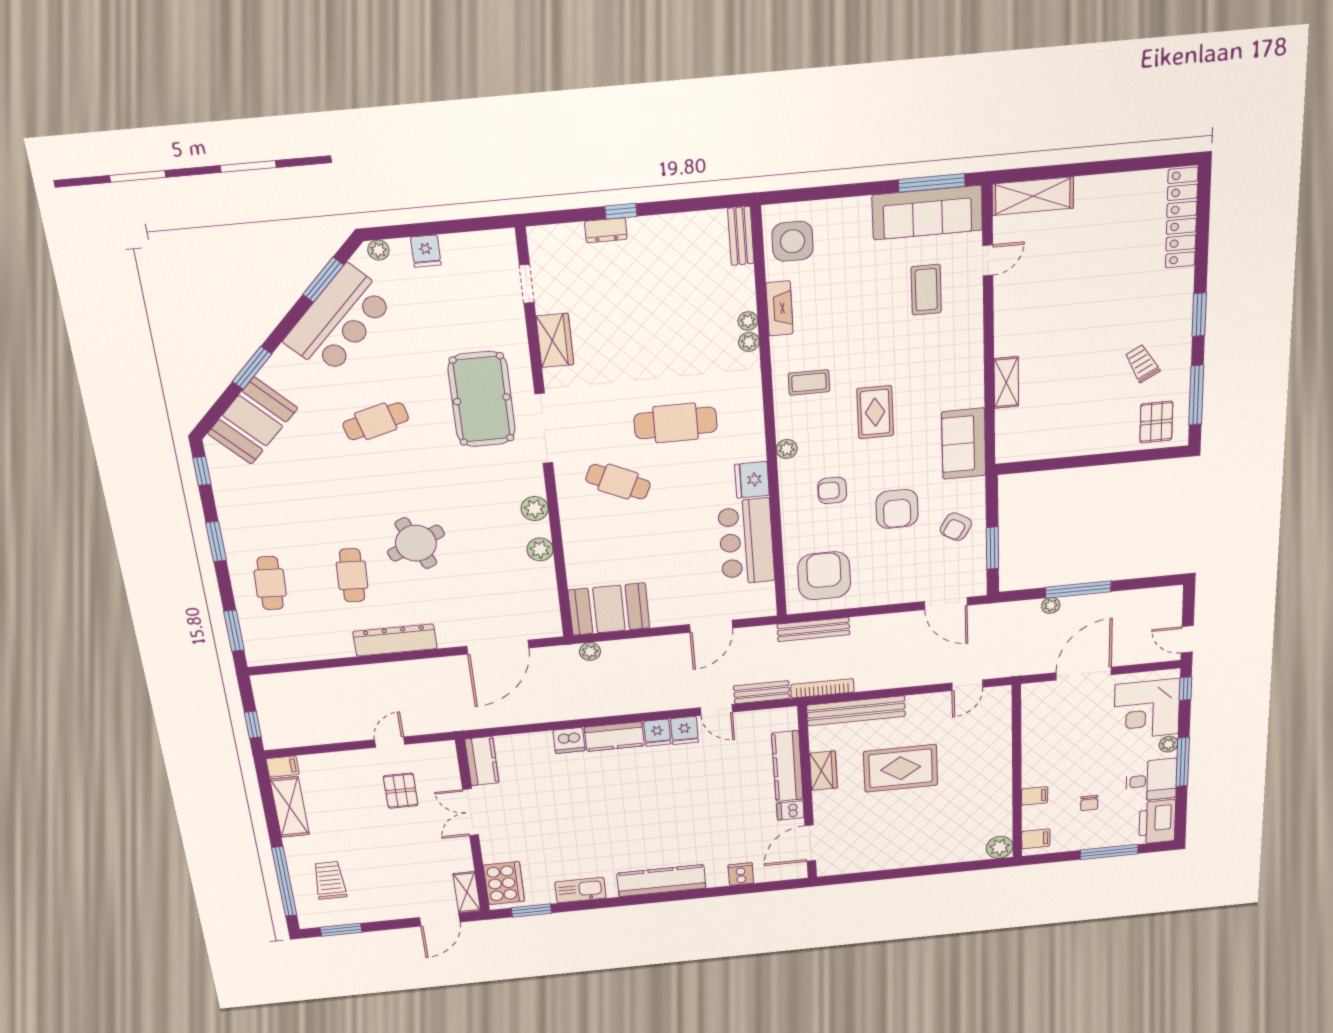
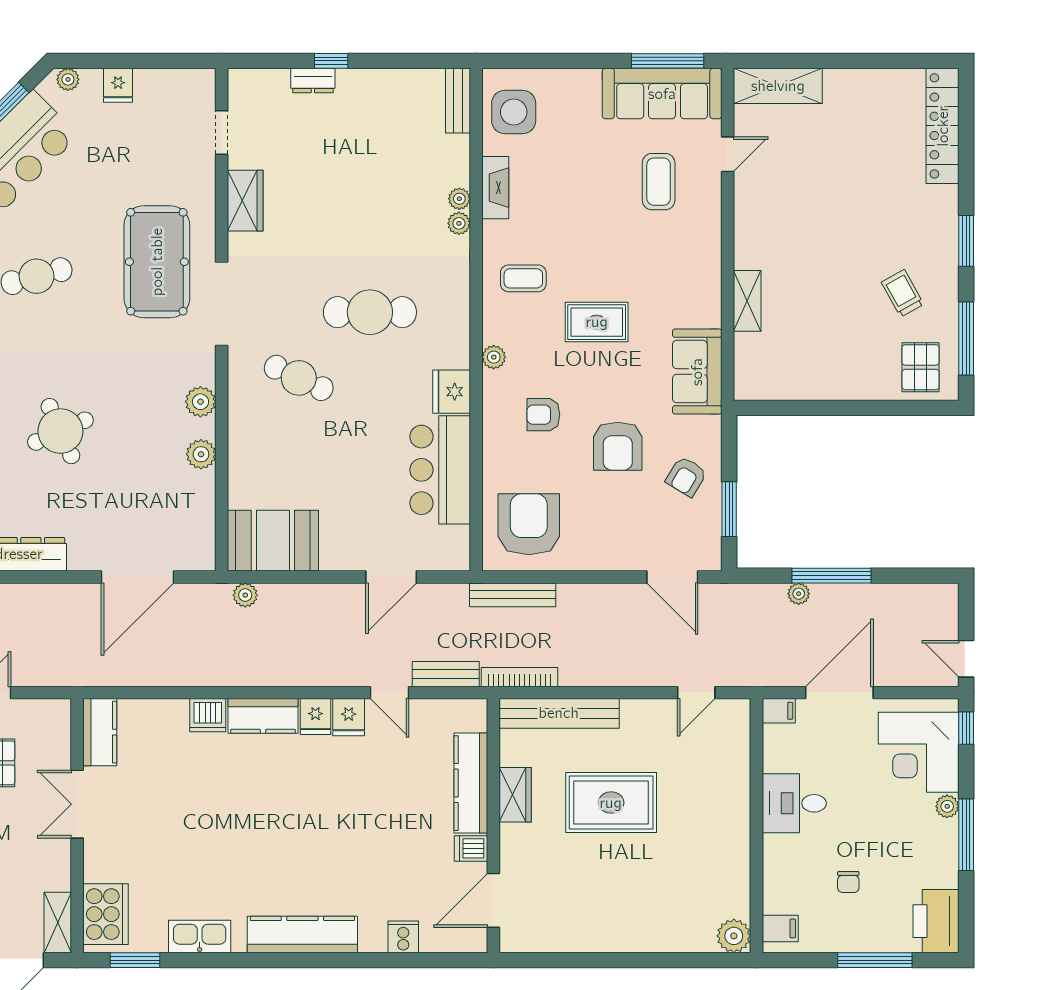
rug: (875, 412) -> (597, 322), turned 90
desk: (1151, 780) -> (794, 803), moved, turned 180
filing cabinet: (1035, 796) -> (779, 711), moved

